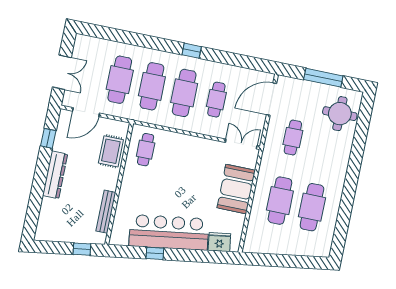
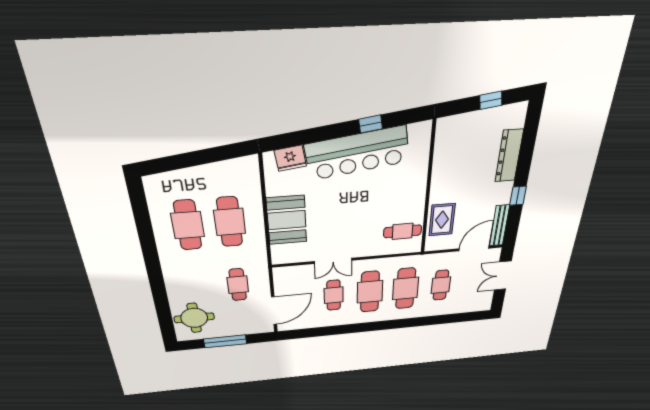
window: (192, 51) -> (370, 327), removed
cafe table: (120, 80) -> (441, 285), width x0.73, depth x0.74
window: (48, 138) -> (518, 196), moved
double door: (241, 144) -> (333, 261), moved
cafe table: (146, 150) -> (403, 231), turned 90
dresser: (55, 175) -> (509, 156), moved
bench: (106, 212) -> (500, 226), moved
window: (82, 249) -> (491, 100), moved

